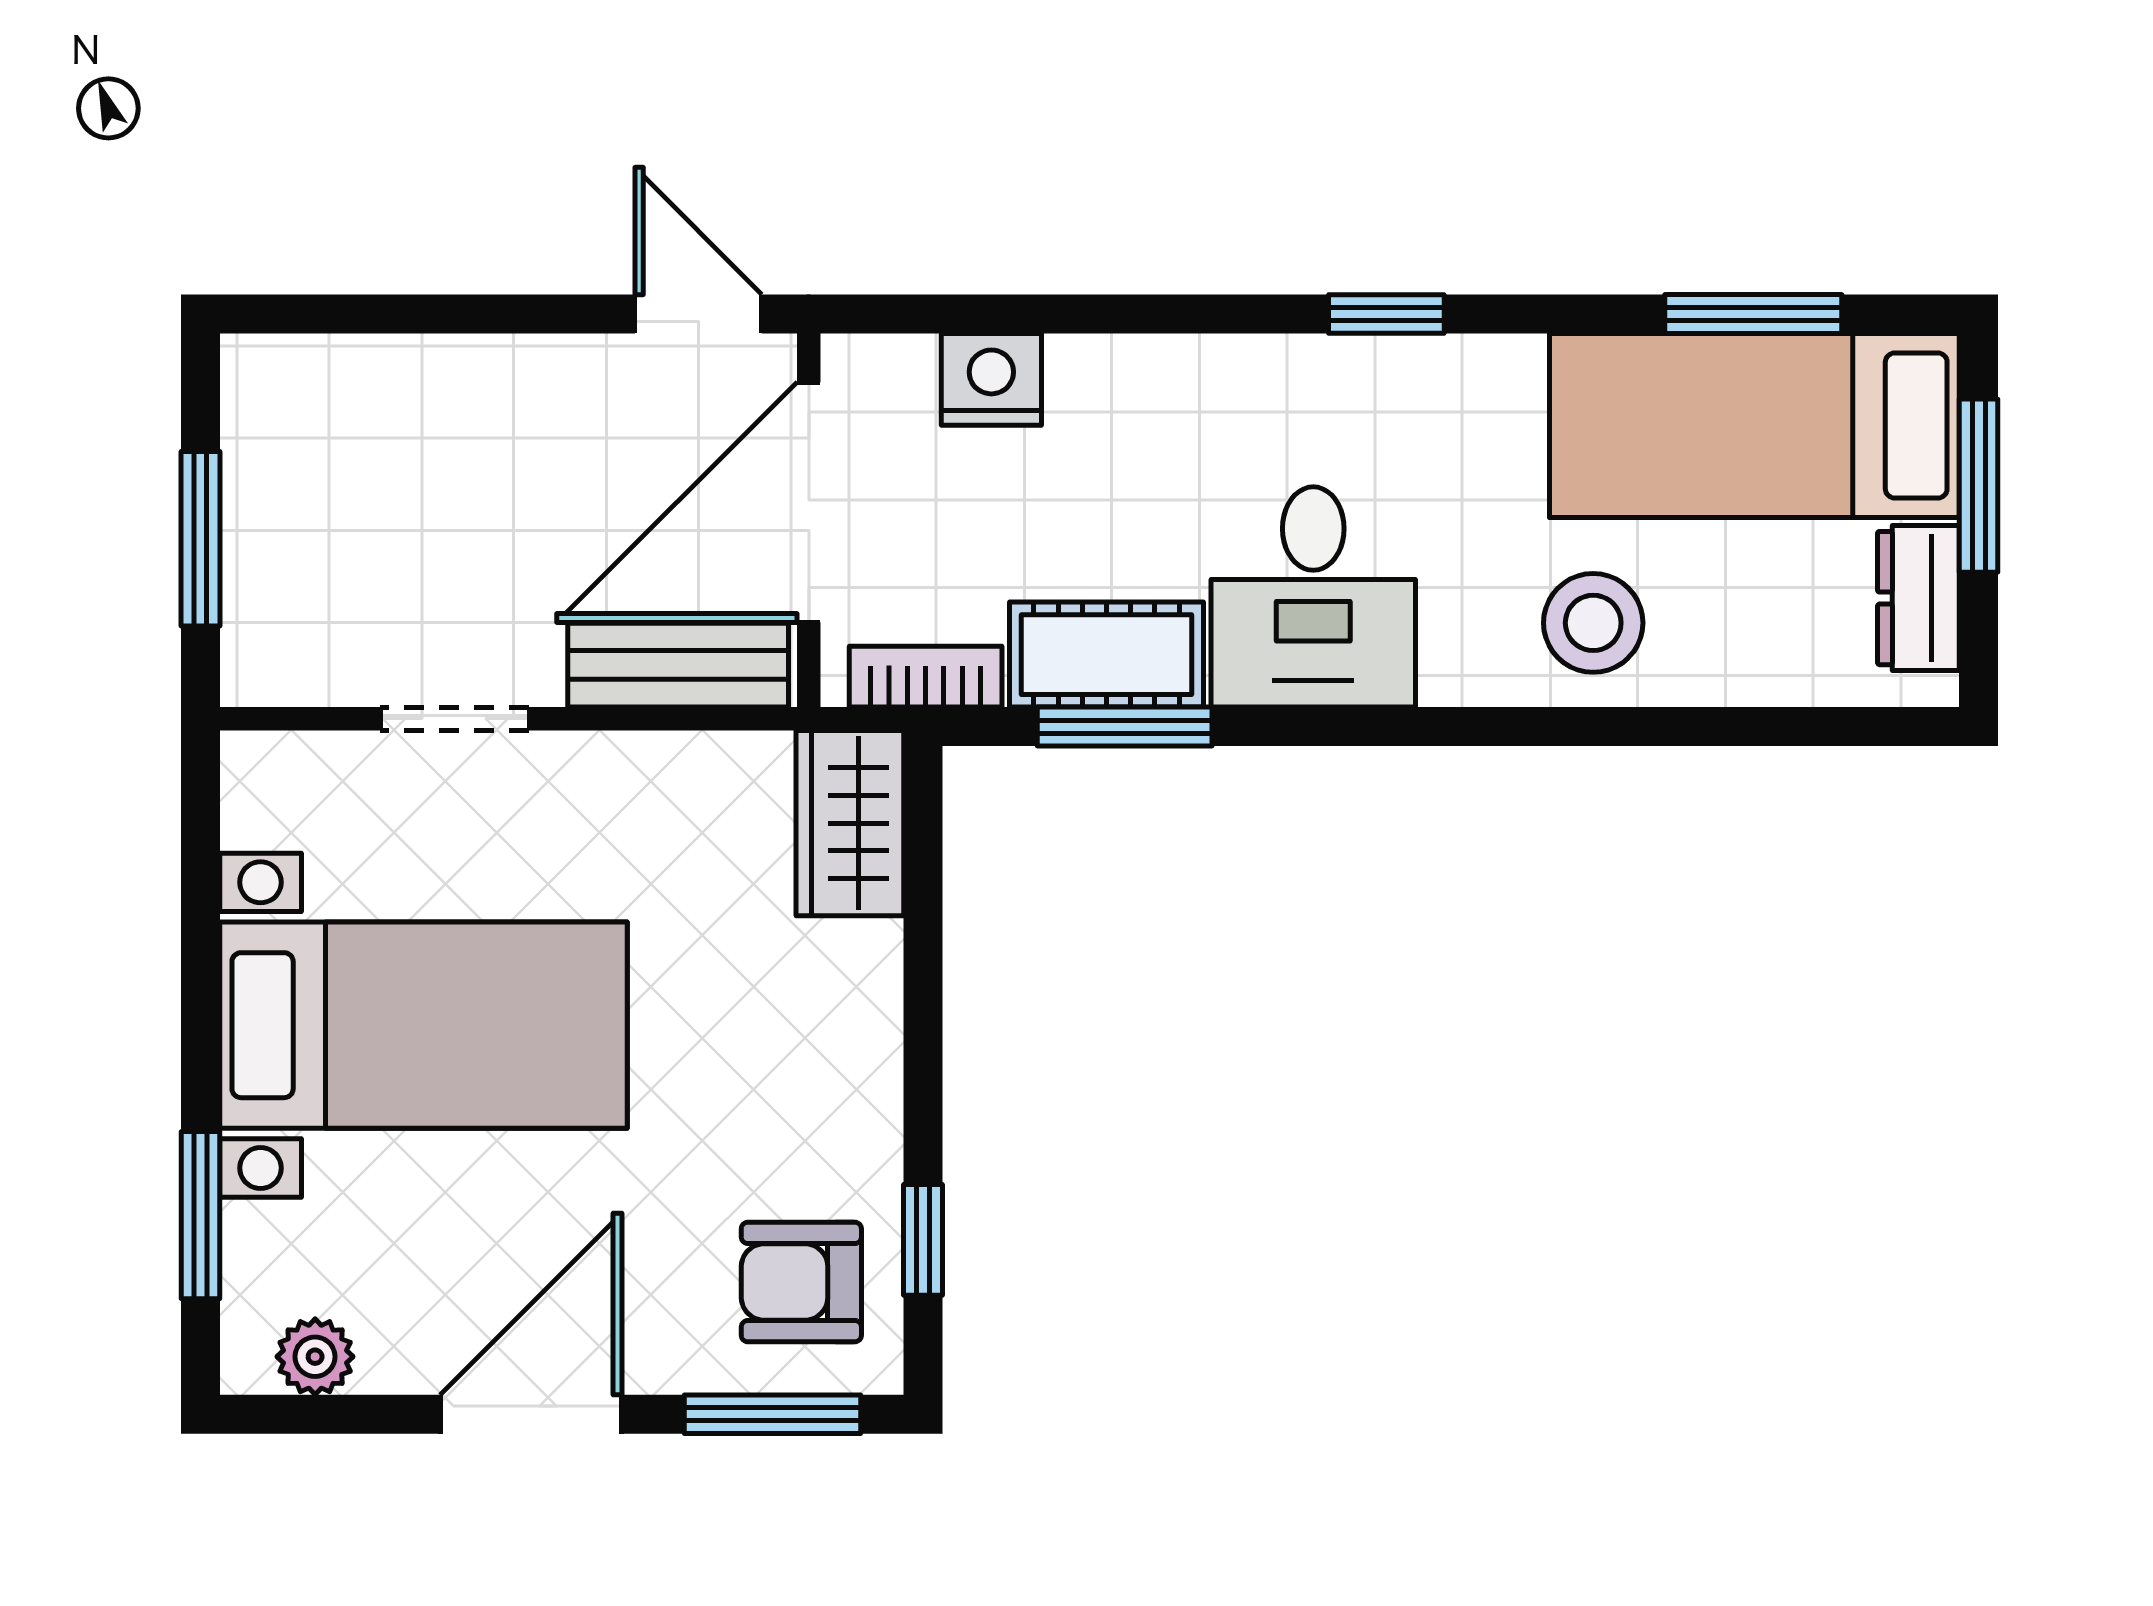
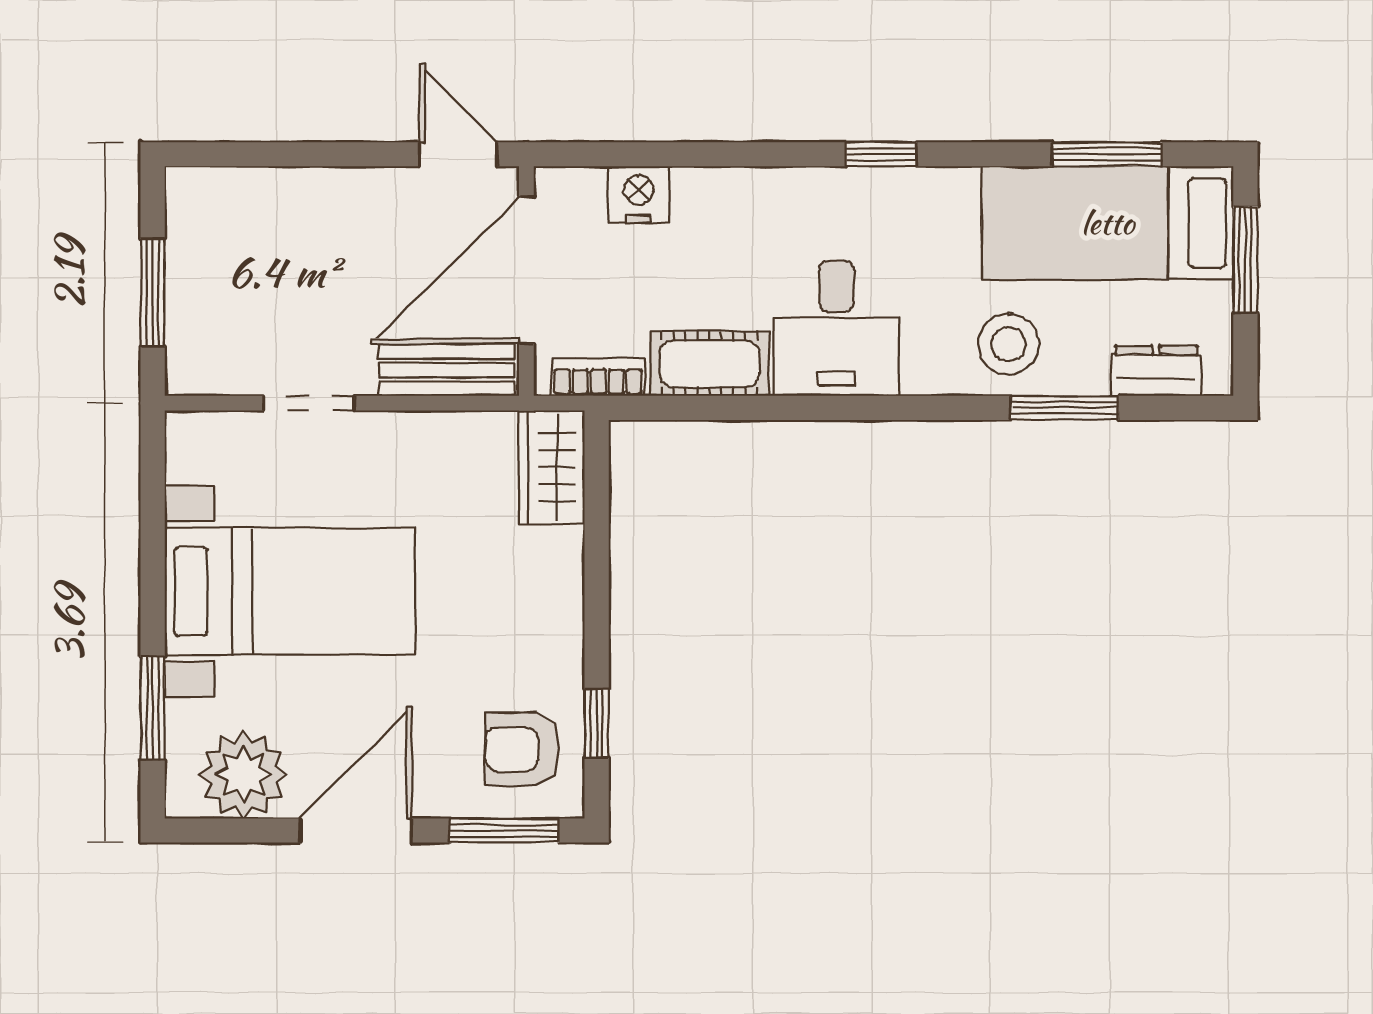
dresser: (1918, 598) -> (1156, 371), moved, turned 90
window: (1125, 727) -> (1064, 408), moved
plant: (315, 1357) -> (244, 775), width x1.88, depth x1.88

